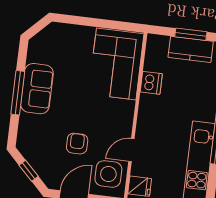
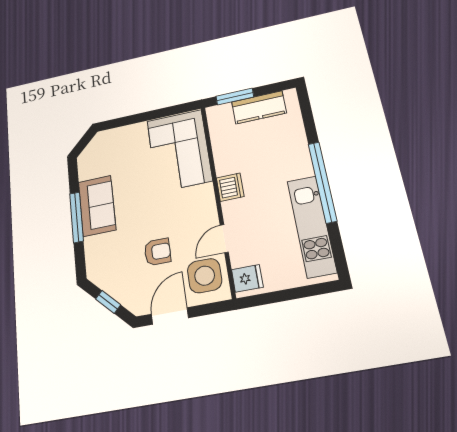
window: (191, 34) -> (235, 97), moved
dishwasher: (151, 83) -> (230, 187), moved
armchair: (77, 144) -> (157, 252), turned 90

